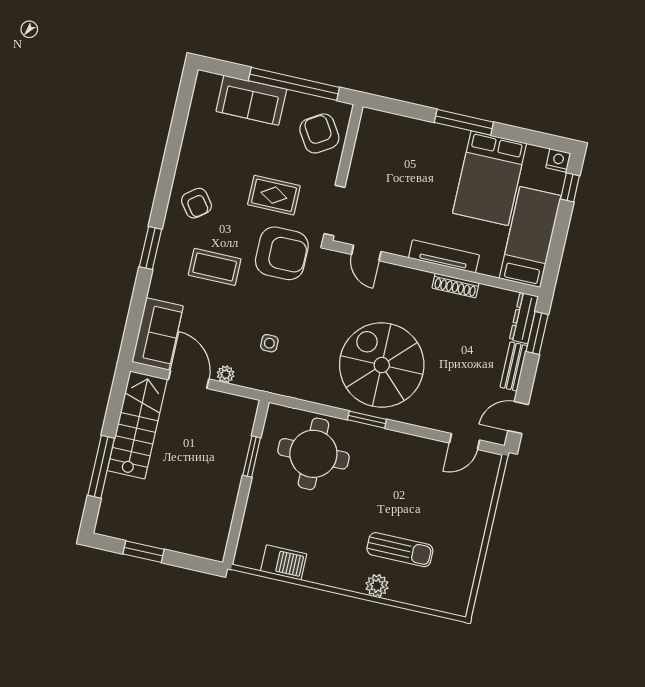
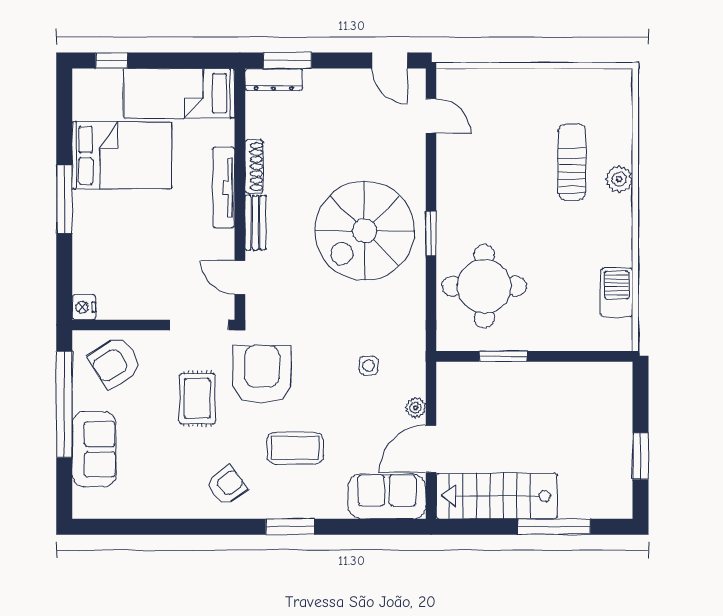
nightstand: (558, 160) -> (84, 307), moved
door: (366, 253) -> (240, 277), swing flipped
coffee table: (215, 267) -> (295, 448), turned 90
bench: (514, 366) -> (256, 223), moved, turned 90

